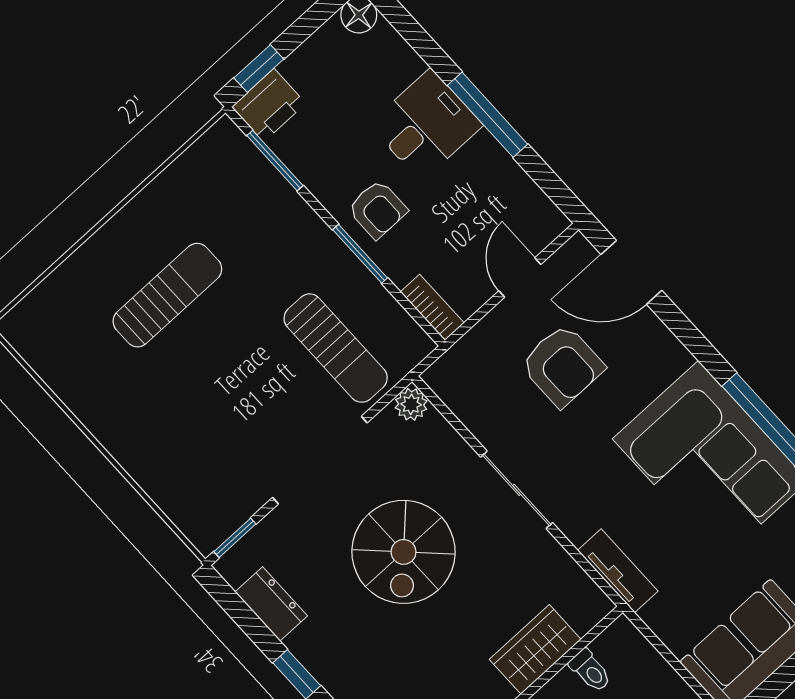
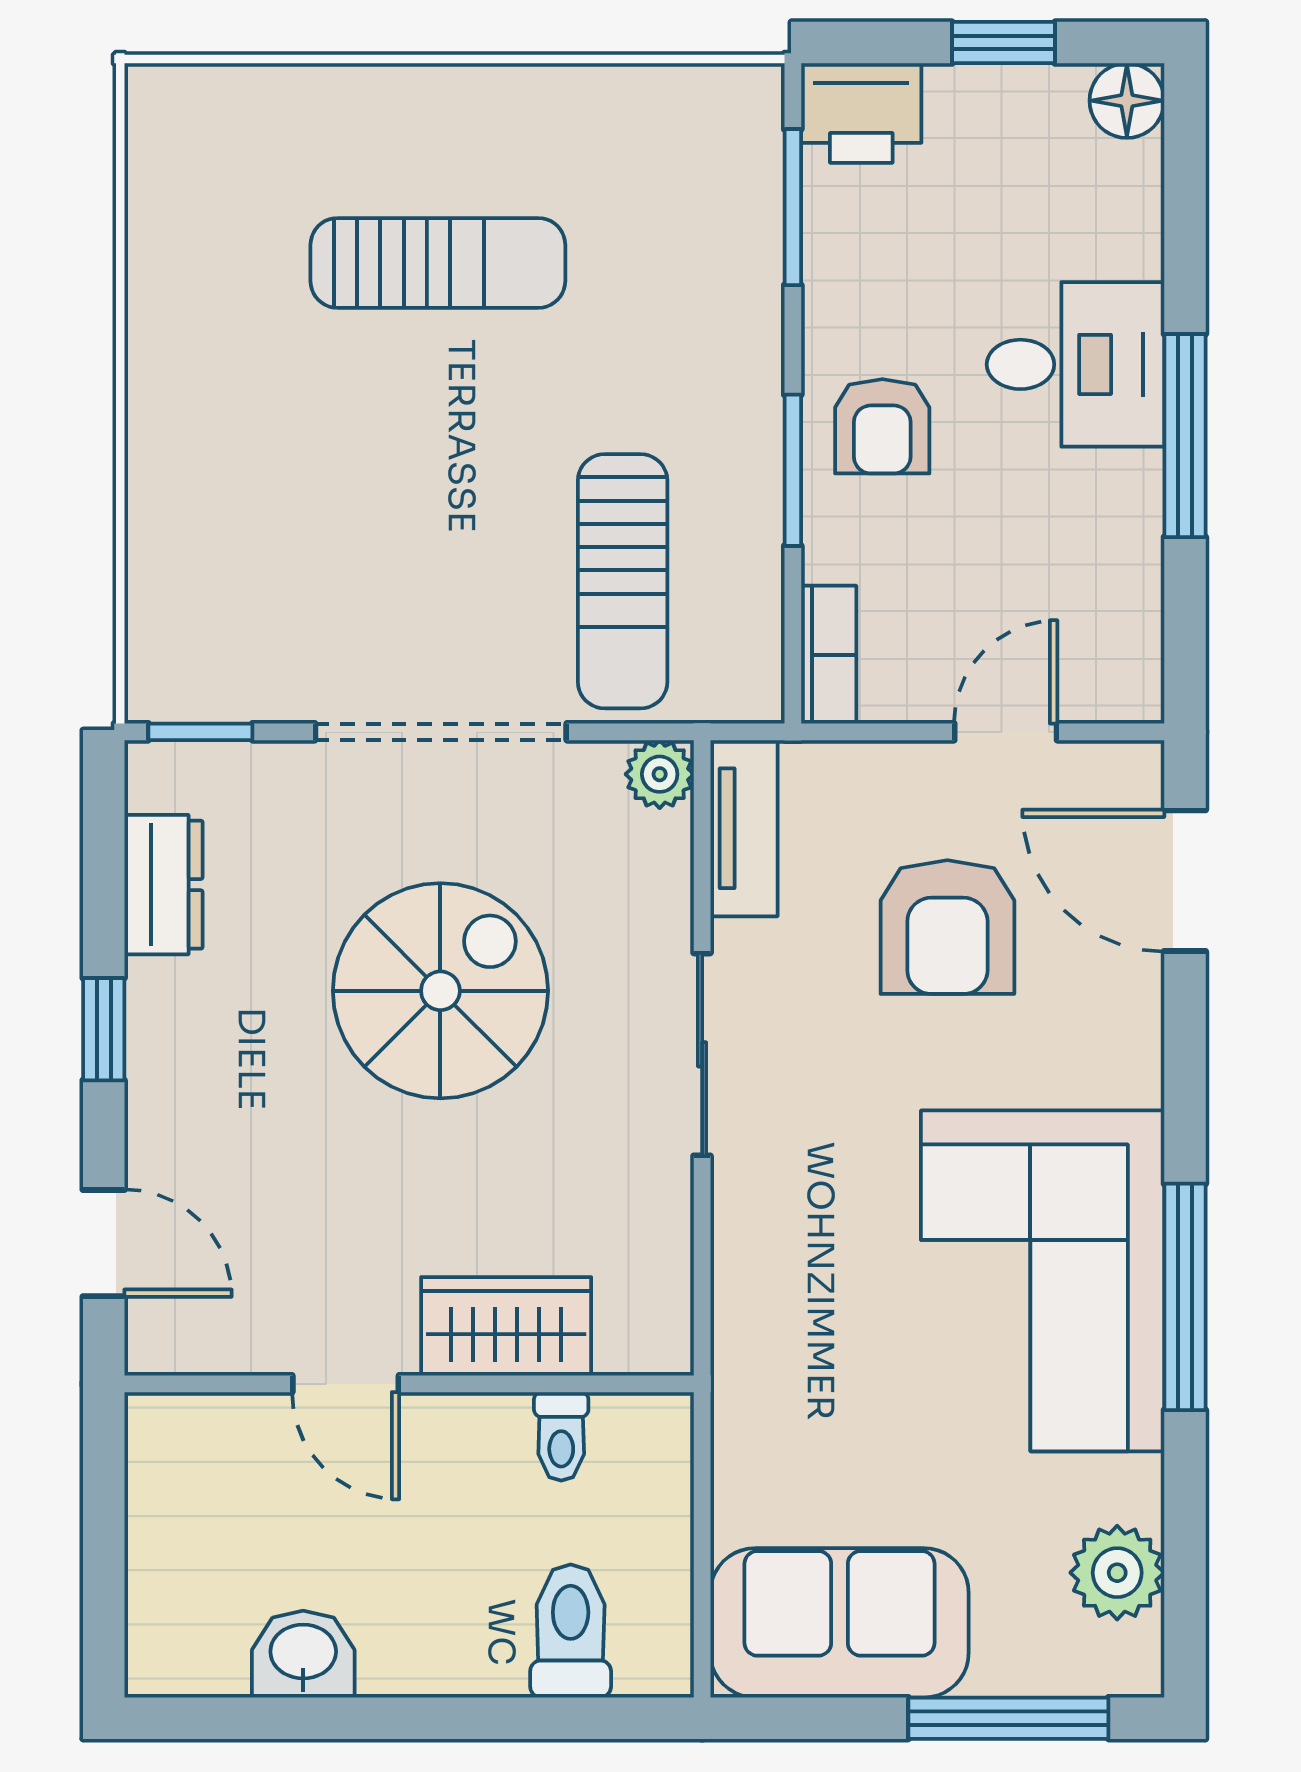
window: (259, 69) -> (1004, 43), moved
spiral stairs: (404, 552) -> (440, 991), turned 180
tv unit: (618, 571) -> (744, 828), moved

